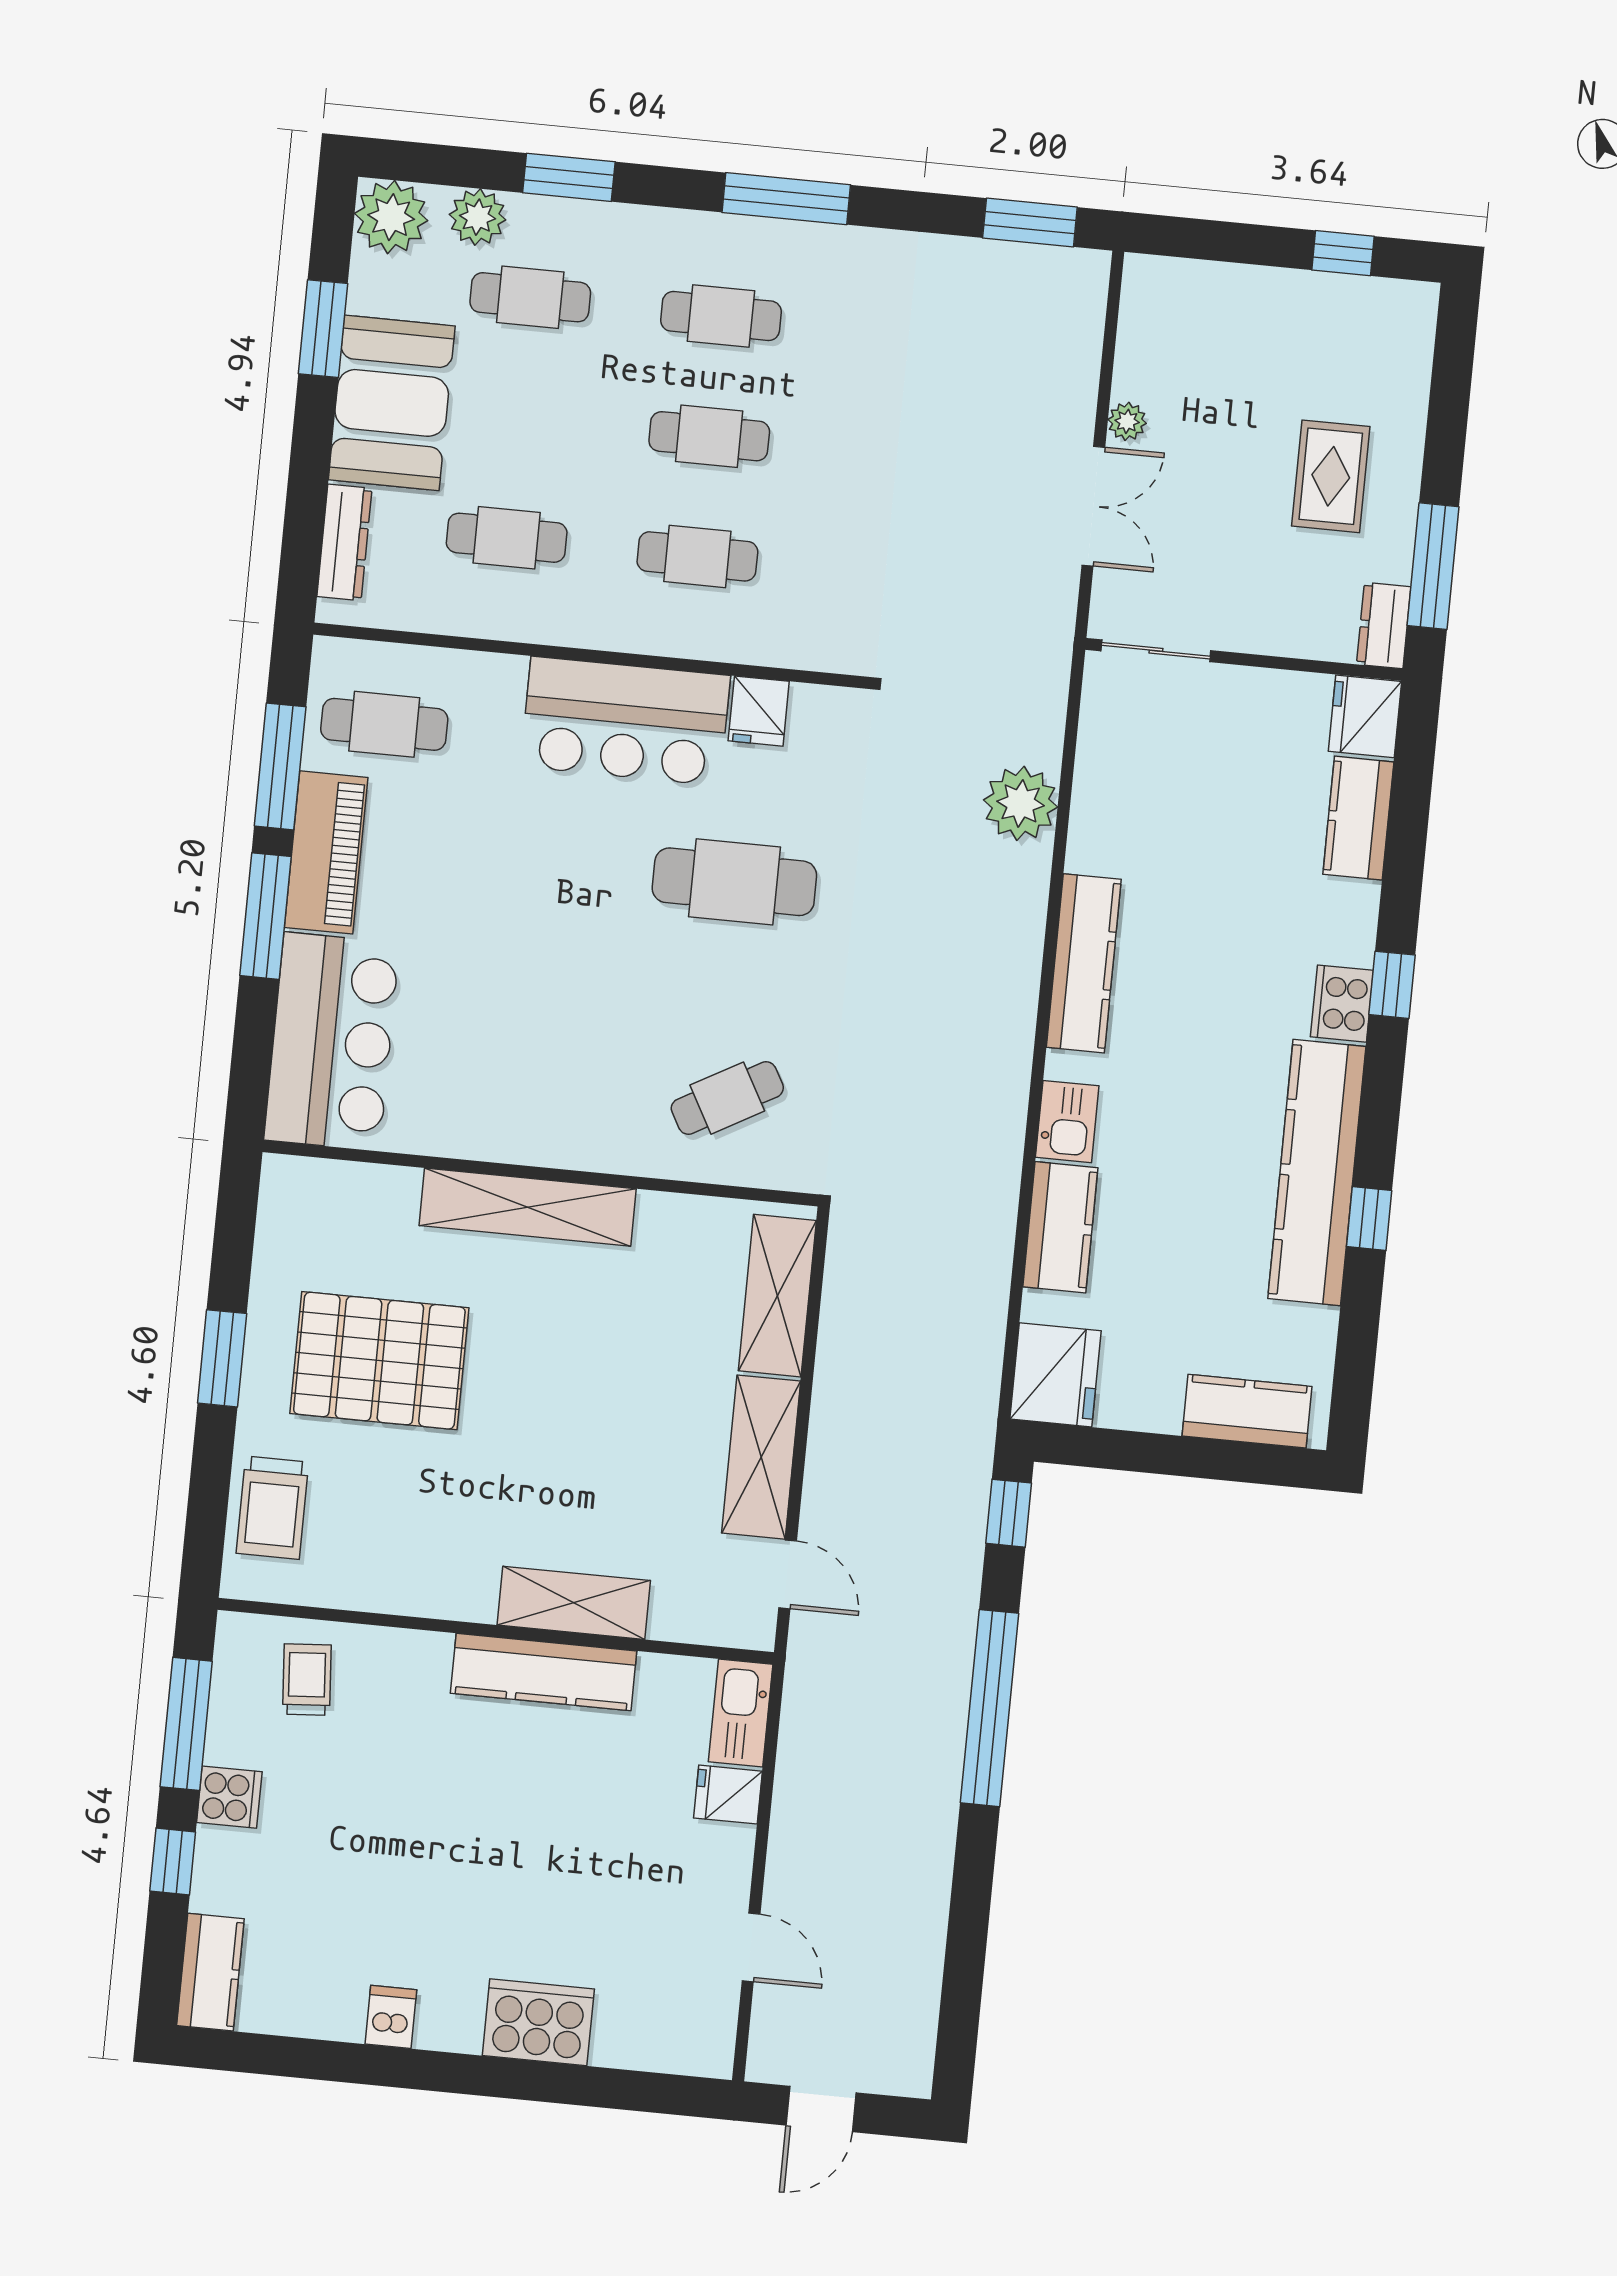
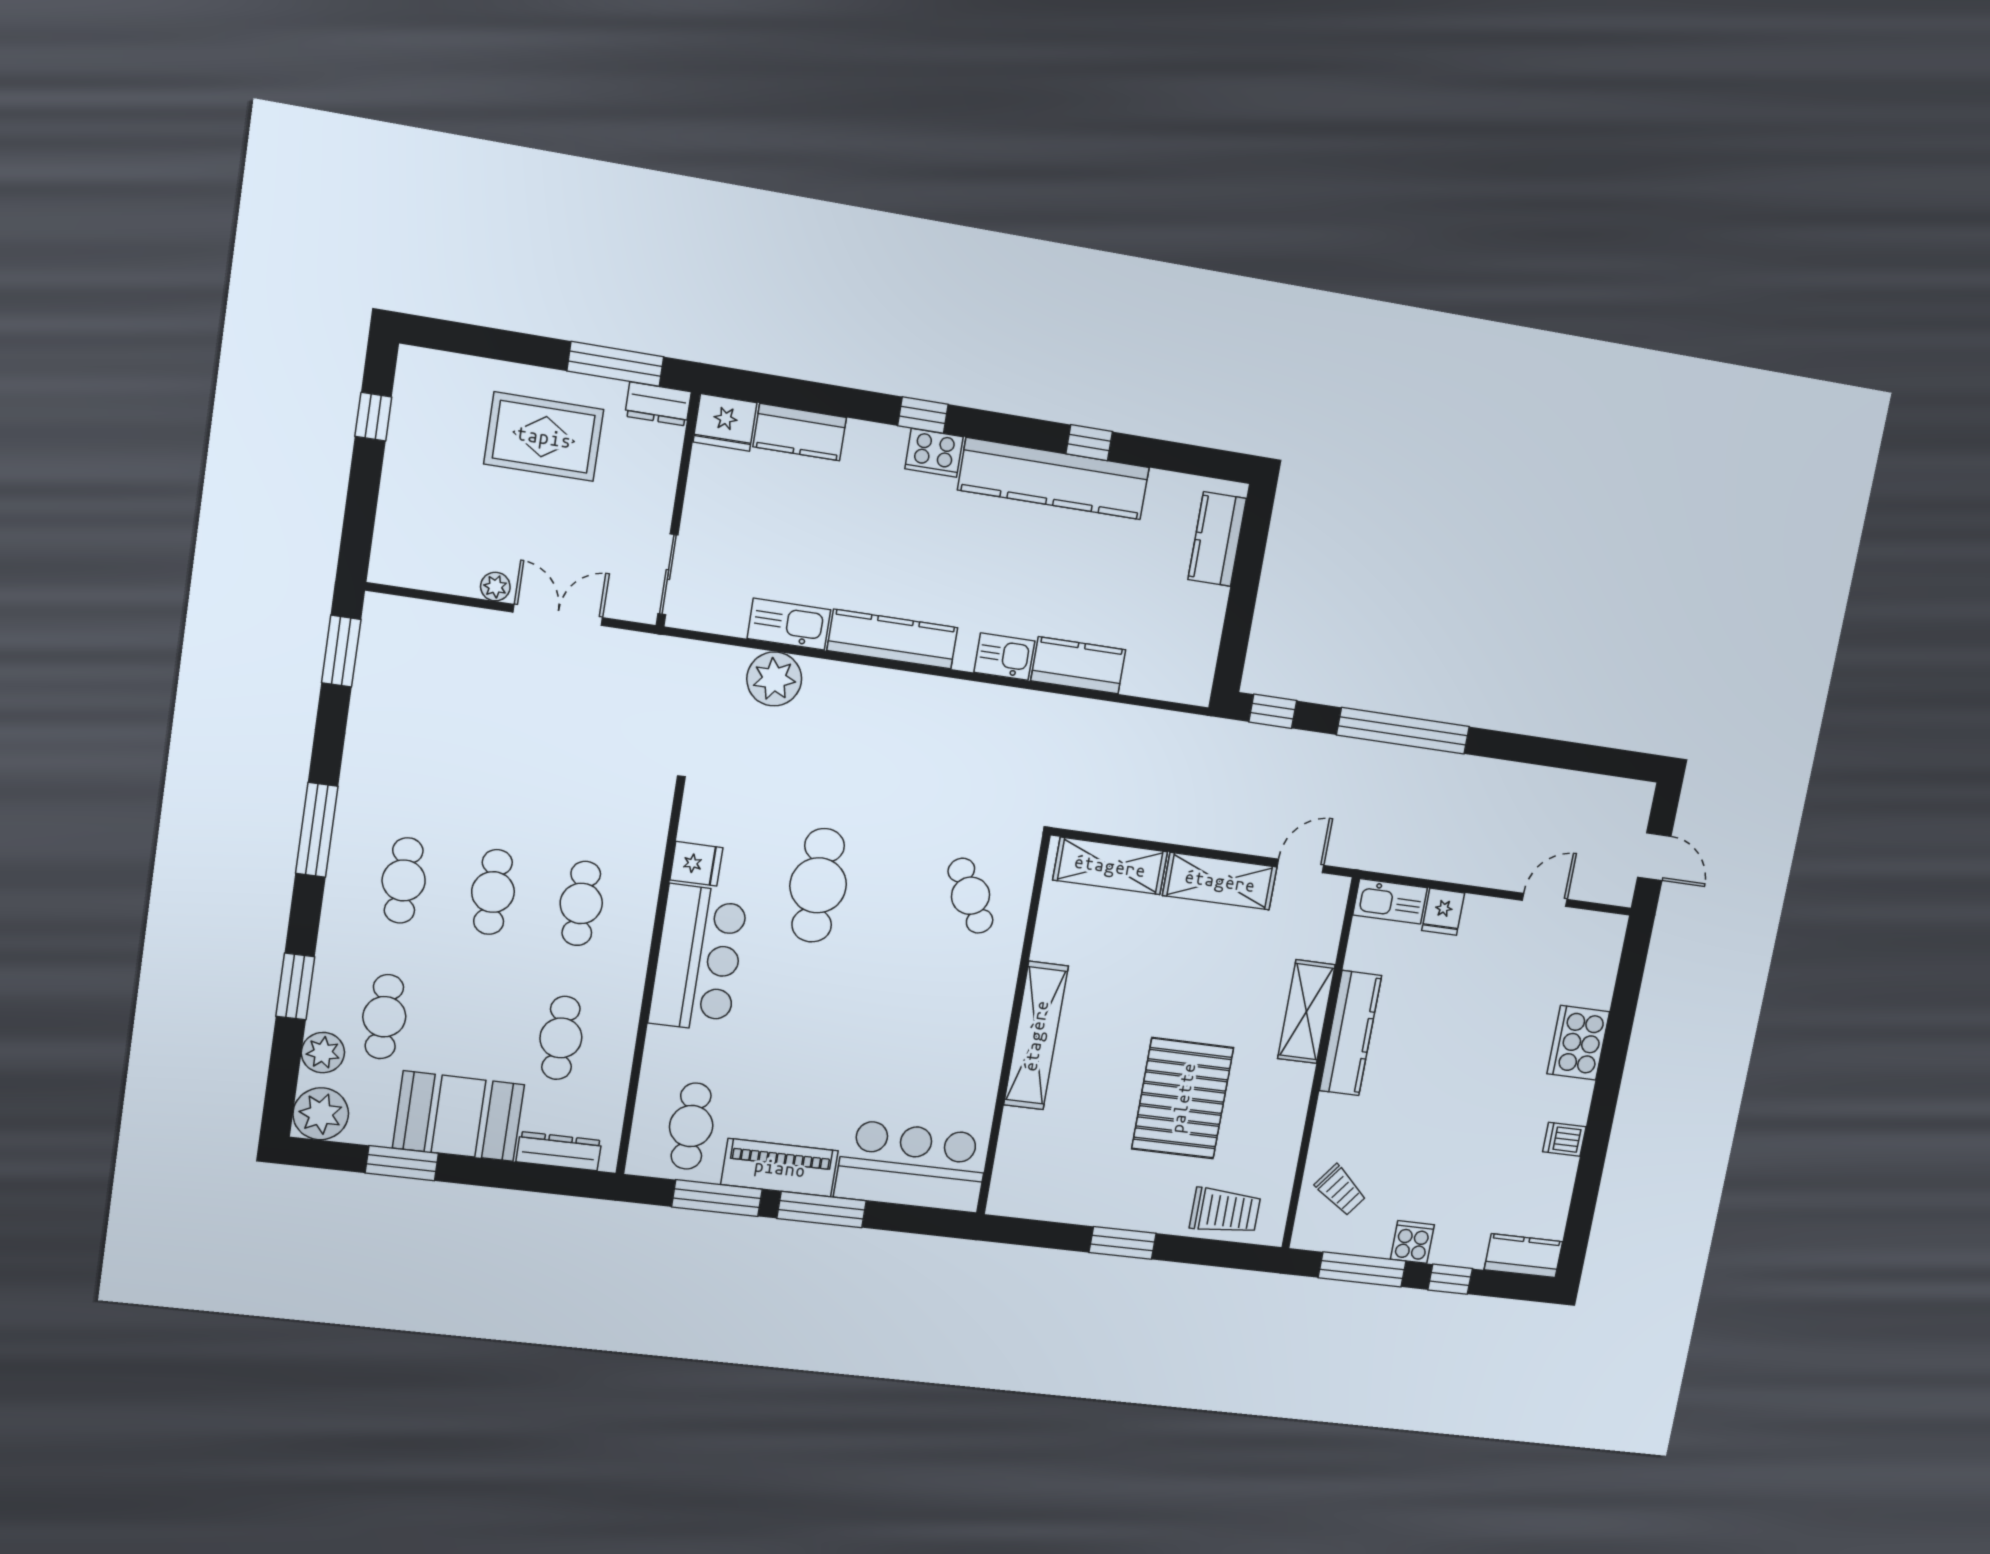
rug: (1331, 476) -> (544, 437), width x1.36, depth x1.43
kitchen sink: (1097, 819) -> (789, 624), added
pallet: (379, 1361) -> (1183, 1098), moved
fridge: (1055, 1375) -> (1181, 674), removed
trolley: (307, 1680) -> (1341, 1190), turned -138

